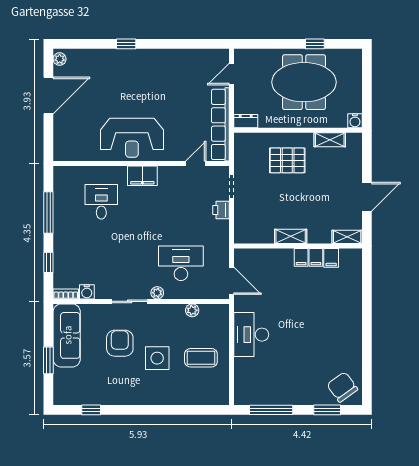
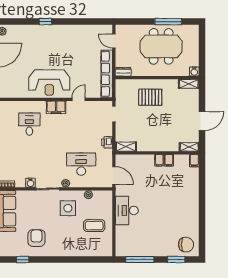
window: (315, 44) -> (168, 22), width x2.17
door: (231, 74) -> (114, 41), hinge flipped
shelving: (330, 140) -> (189, 84), moved
door: (196, 164) -> (79, 99), moved
printer: (221, 210) -> (107, 142), moved
shelving: (291, 236) -> (126, 147), moved
filing cabinet: (331, 258) -> (194, 161), moved
water cooler: (87, 292) -> (30, 183), moved
armchair: (120, 343) -> (36, 238), moved
side table: (157, 358) -> (68, 208), moved
chair: (342, 387) -> (186, 245), turned 126

